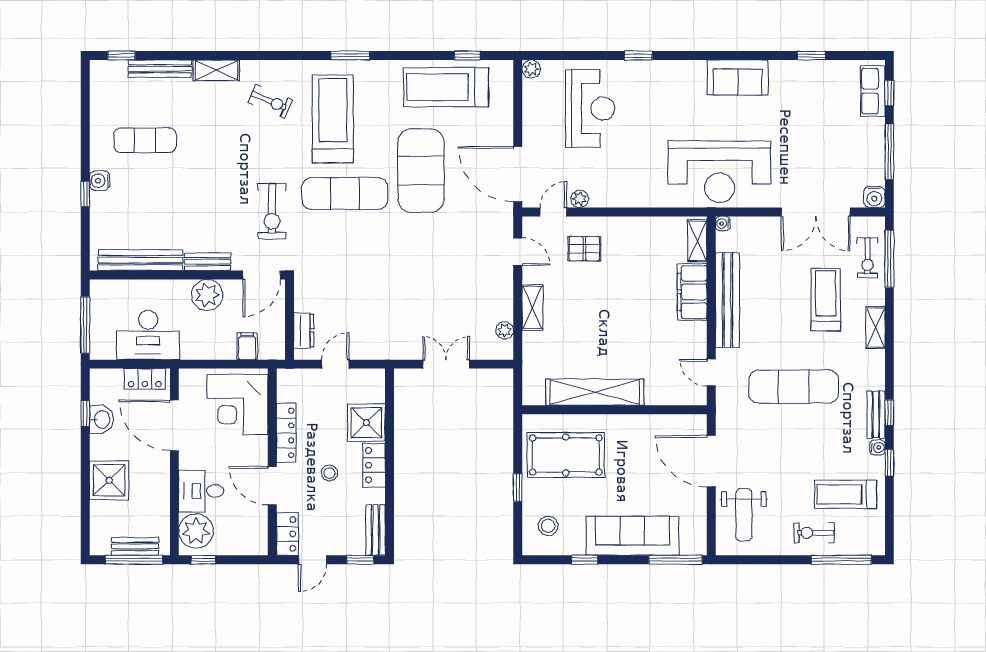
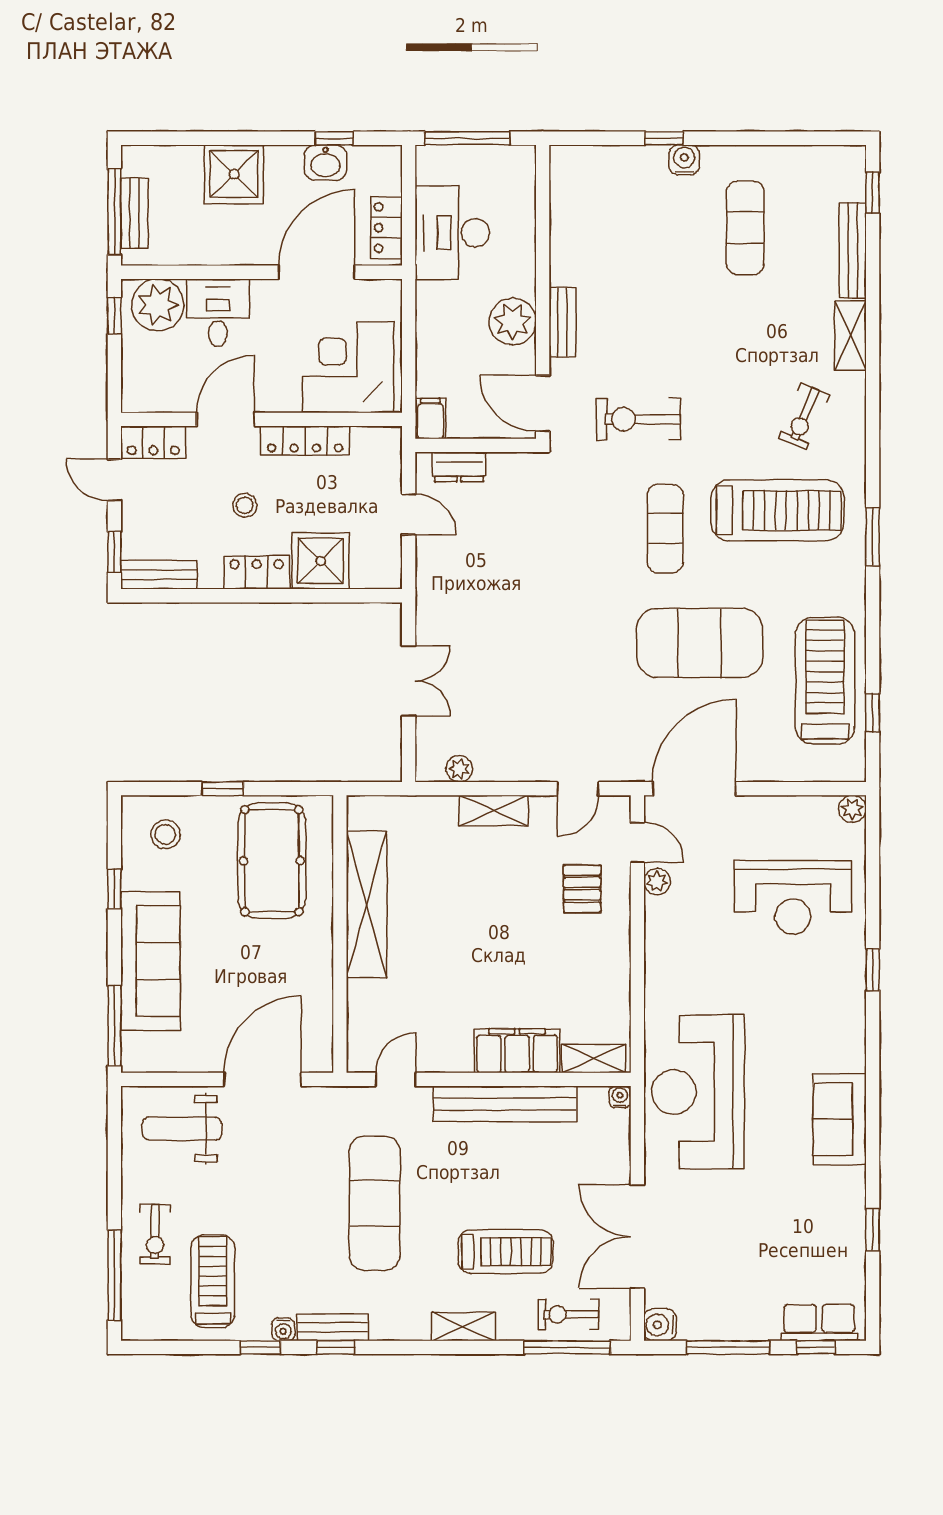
exercise mat: (345, 193) -> (665, 529), width x0.73, depth x0.69
bench: (140, 260) -> (565, 221), removed
filing cabinet: (247, 346) -> (430, 419), moved, turned -90
exercise bike: (814, 533) -> (155, 1234), turned 180

